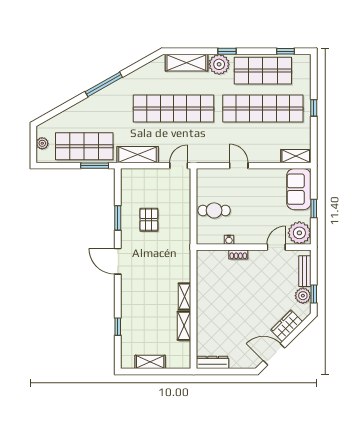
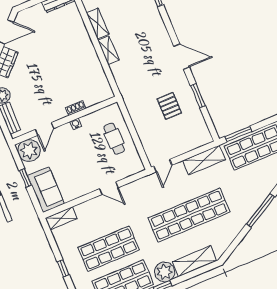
shop shelf: (263, 108) -> (109, 249), width x0.71
cafe table: (214, 210) -> (114, 139), turned 90
water cooler: (229, 240) -> (76, 124), moved

